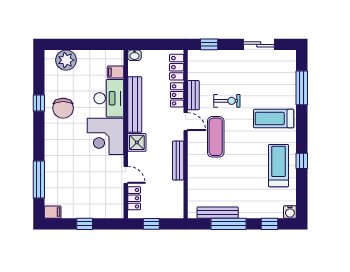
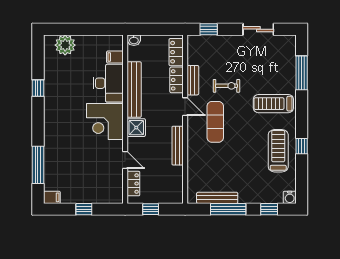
chair: (63, 108) -> (62, 93), removed

